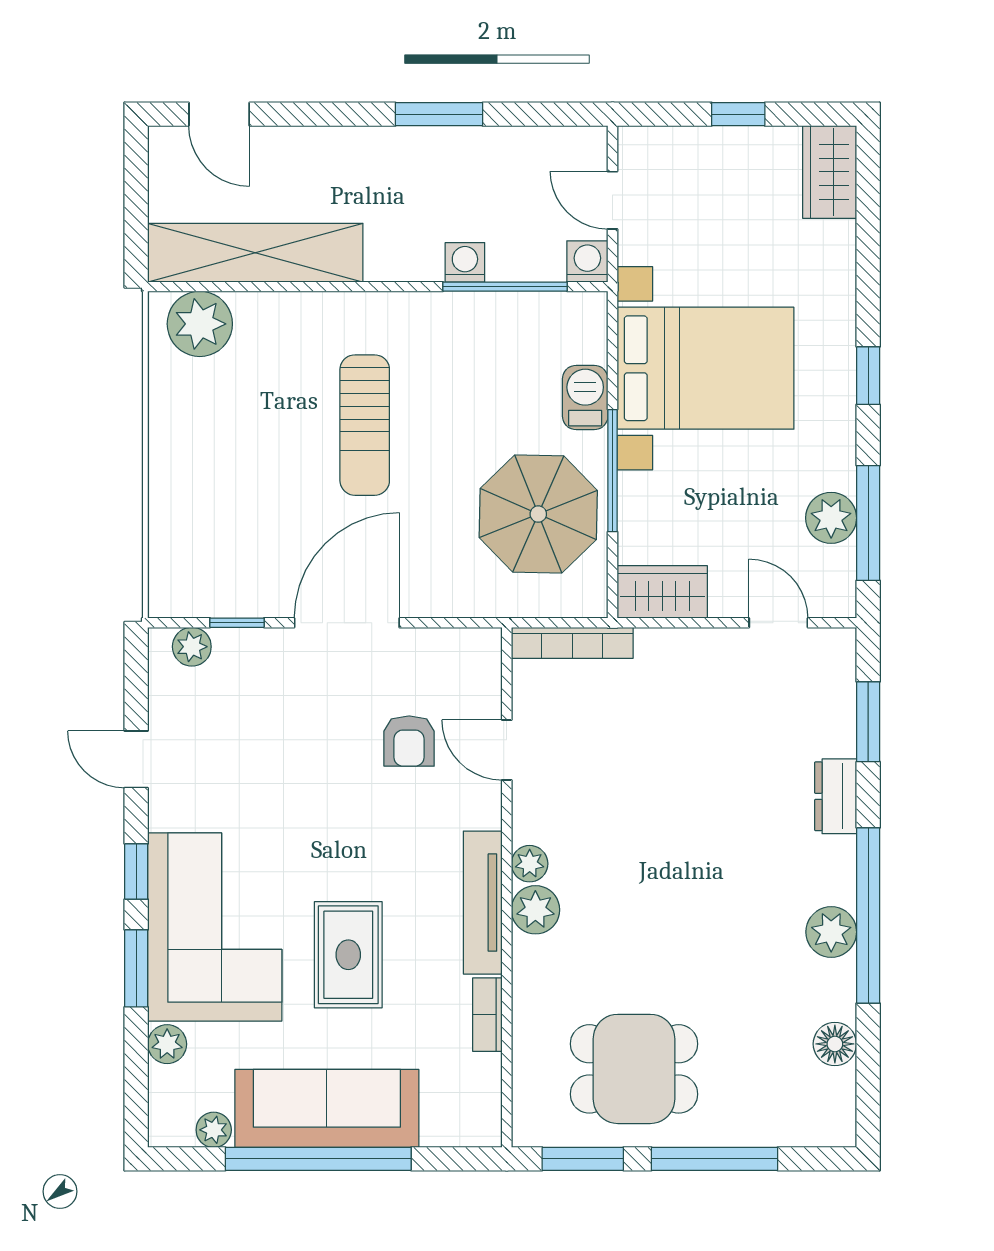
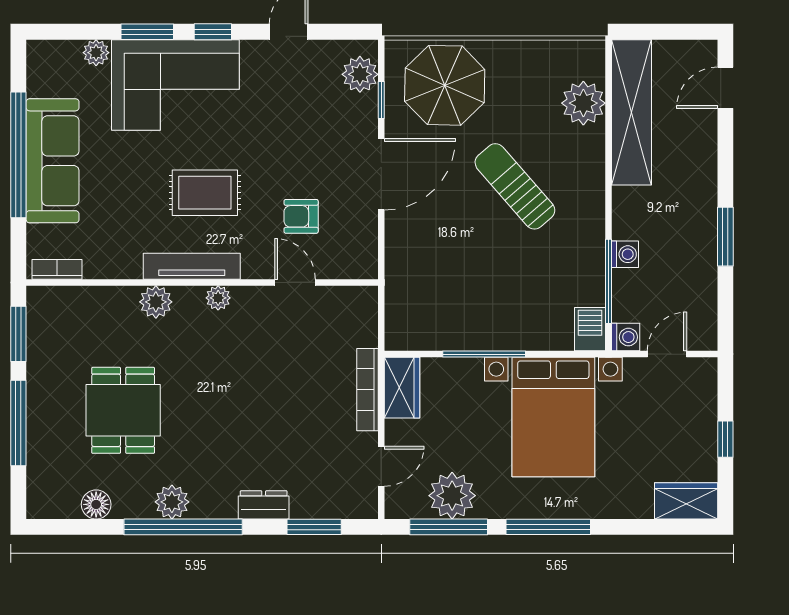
plant: (200, 324) -> (583, 103), moved
window: (868, 376) -> (548, 527), width x2.17
barbecue: (585, 397) -> (590, 329), moved, turned -90
sun lounger: (365, 425) -> (515, 186), turned 49
parasol: (538, 514) -> (445, 85), moved
plant: (831, 518) -> (452, 496), width x1.36, depth x1.36
door: (347, 623) -> (381, 174), hinge flipped
bookcase: (572, 643) -> (368, 390), moved
plant: (192, 647) -> (360, 74), width x1.38, depth x1.38
door: (507, 750) -> (295, 282), hinge flipped
plant: (535, 910) -> (156, 302), moved
rug: (348, 955) -> (205, 193), moved
bookcase: (487, 1015) -> (57, 269), moved
dining table: (634, 1069) -> (123, 410), moved
plant: (214, 1130) -> (38, 84), removed

